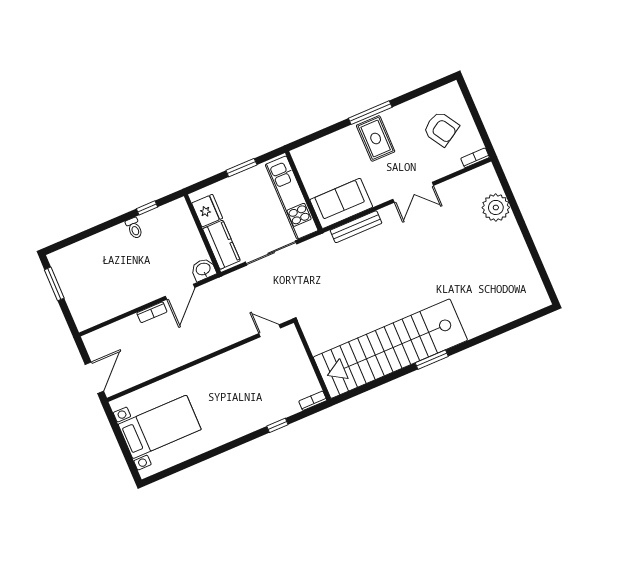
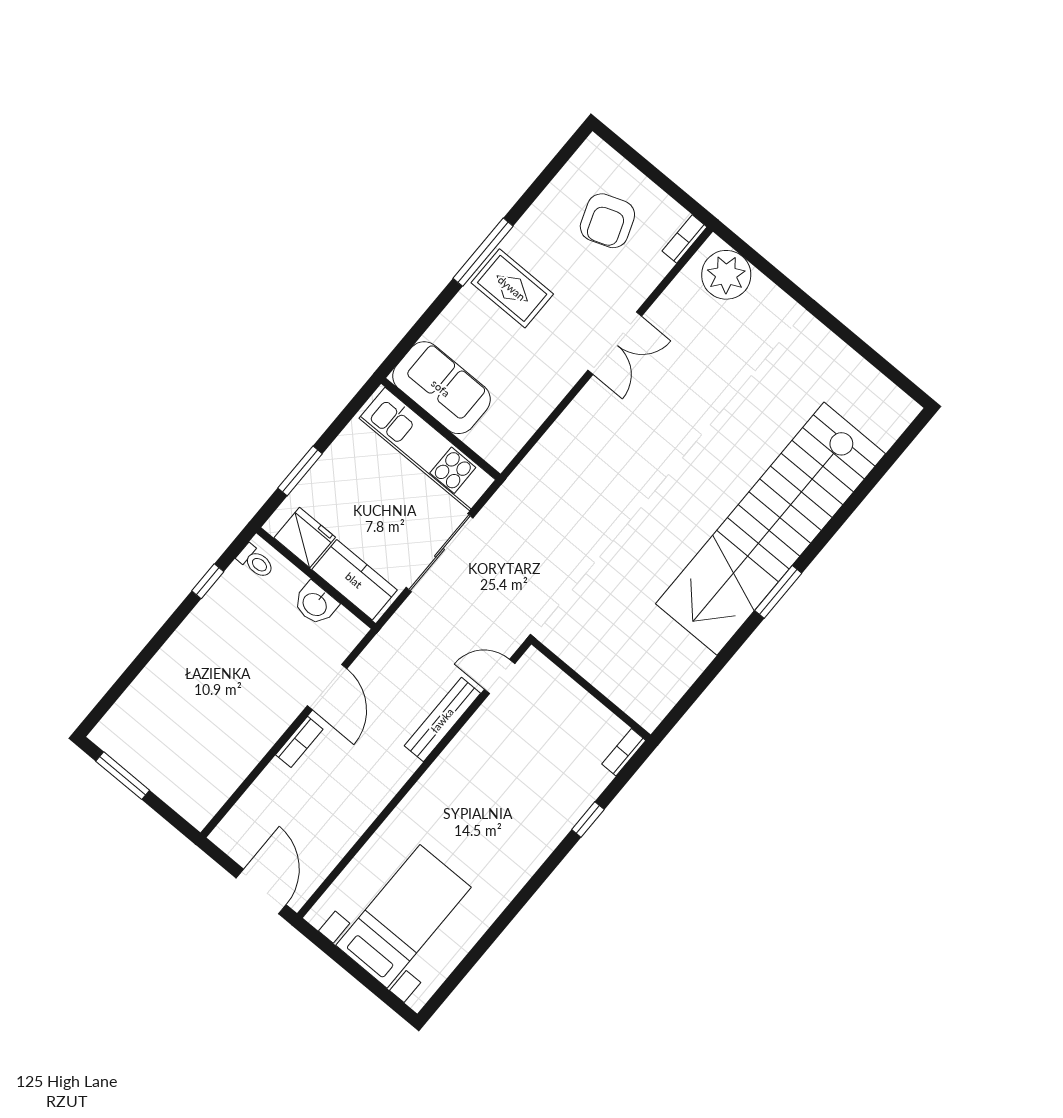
armchair: (441, 129) -> (607, 221), turned 102
window: (241, 168) -> (300, 471), moved
sofa: (341, 203) -> (441, 388), moved, turned 90
plant: (496, 207) -> (726, 275), moved
bench: (356, 227) -> (442, 720), moved
toilet: (134, 228) -> (256, 562), moved
washbasin: (203, 269) -> (315, 604), moved, turned -90
stairs: (390, 349) -> (771, 529), moved

